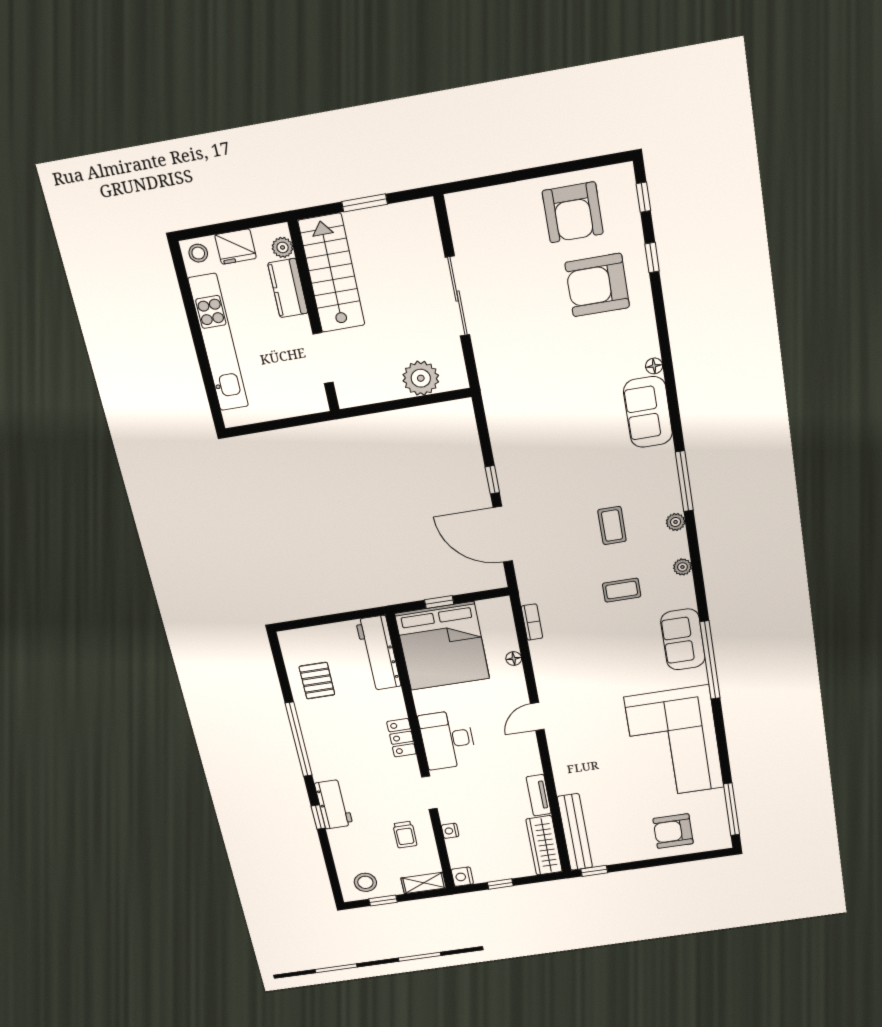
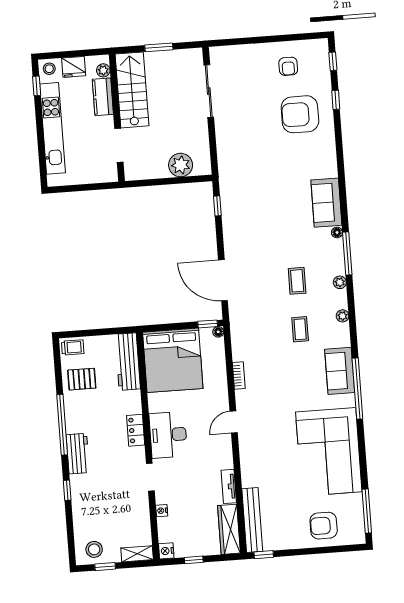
armchair: (573, 212) -> (288, 66), width x0.53, depth x0.53
window: (183, 281) -> (37, 86), added
sliding door: (457, 296) -> (209, 91), moved
floor lamp: (654, 366) -> (337, 232), moved
window: (492, 480) -> (217, 206), moved
coffee table: (622, 590) -> (300, 329), turned 90
window: (439, 602) -> (208, 324), moved
bookcase: (532, 622) -> (239, 375), moved
floor lamp: (514, 659) -> (218, 332), moved
pallet: (317, 681) -> (82, 379), turned 90
workbench: (334, 804) -> (78, 454), moved
trolley: (405, 835) -> (73, 347), moved, turned -90

